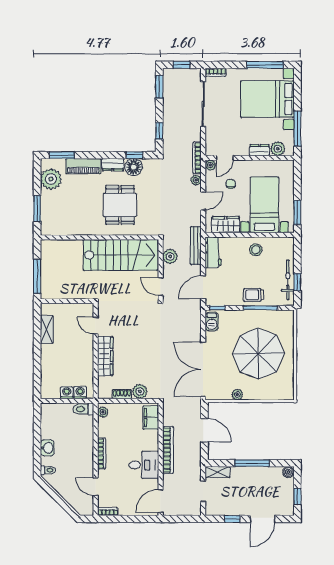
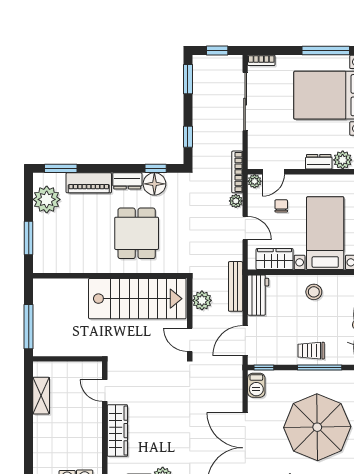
door: (203, 201) -> (245, 228), hinge flipped

